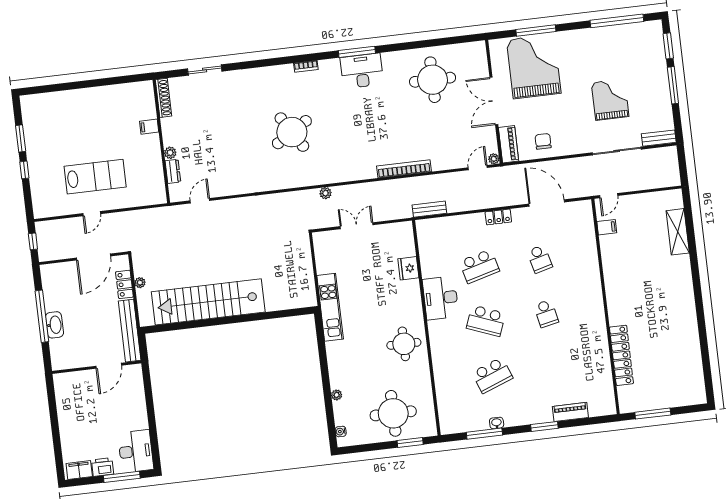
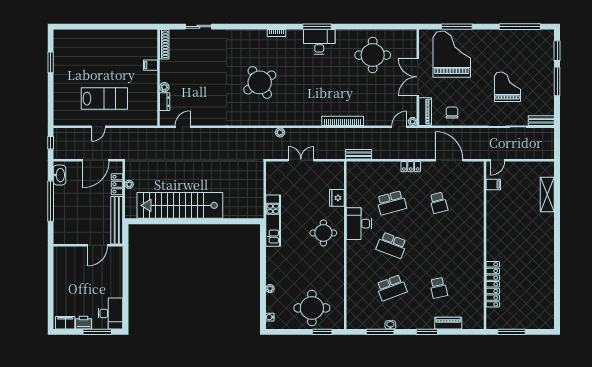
window: (24, 170) -> (51, 87), removed
school desk: (546, 314) -> (439, 288), moved
washbasin: (54, 325) -> (60, 175), moved
round table: (404, 344) -> (323, 233), moved

